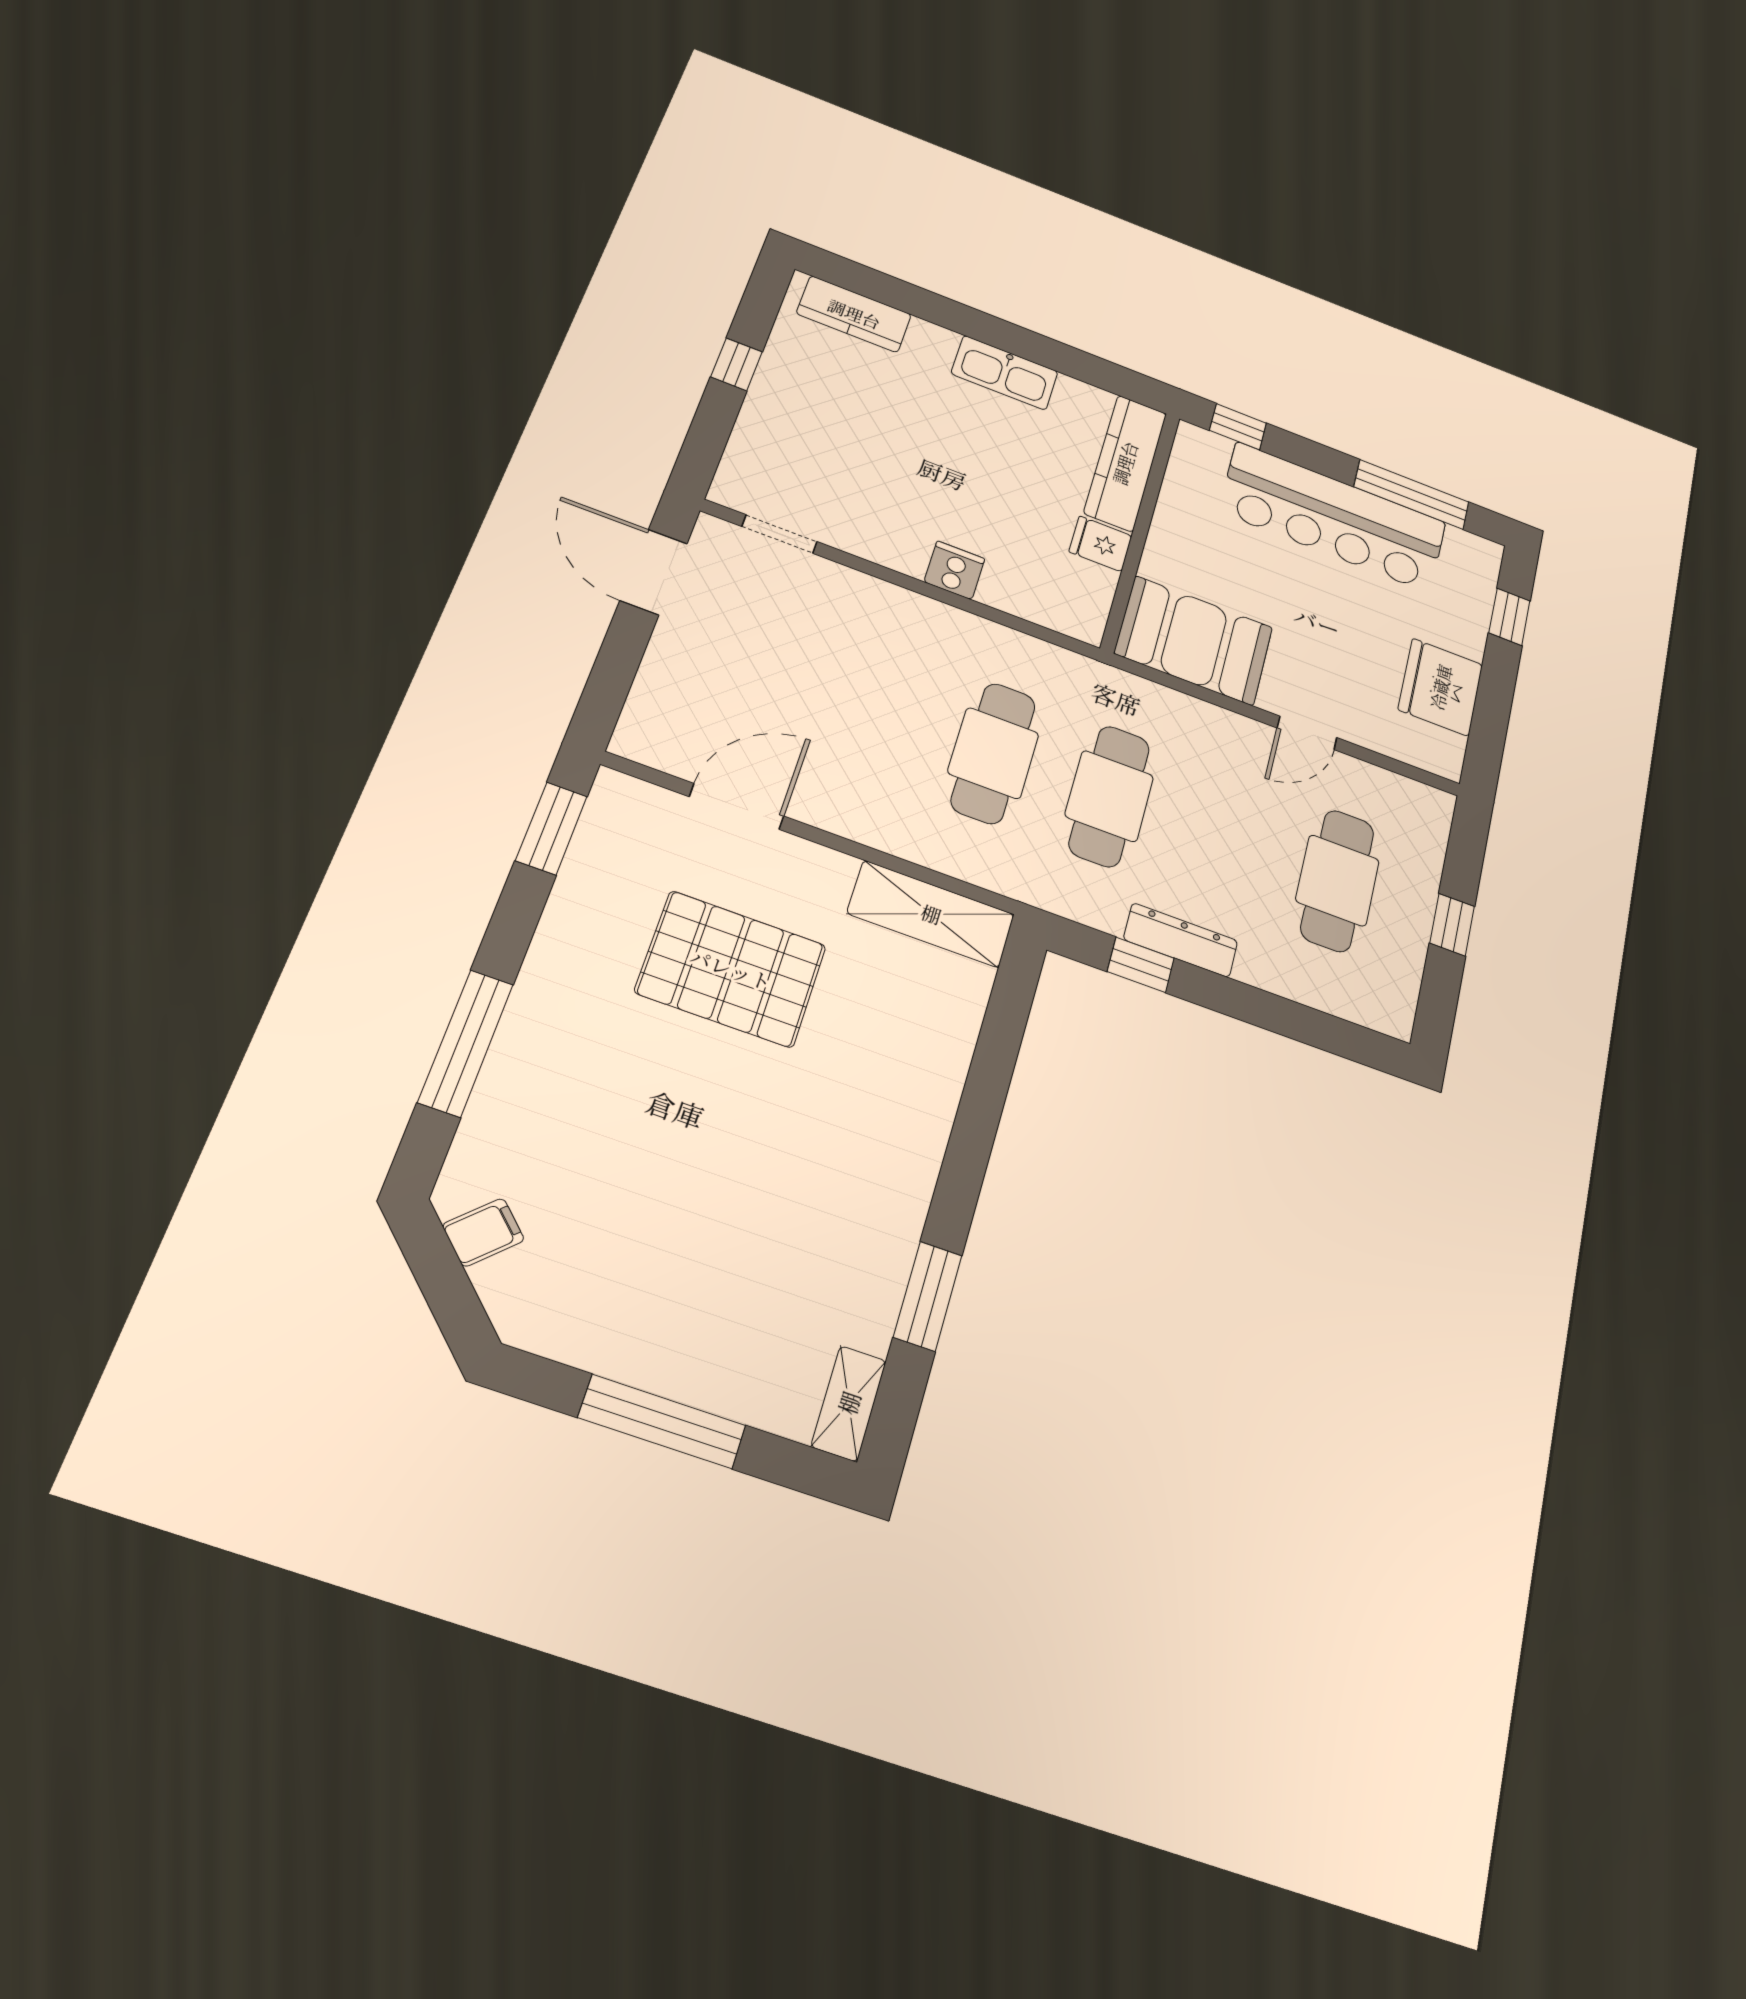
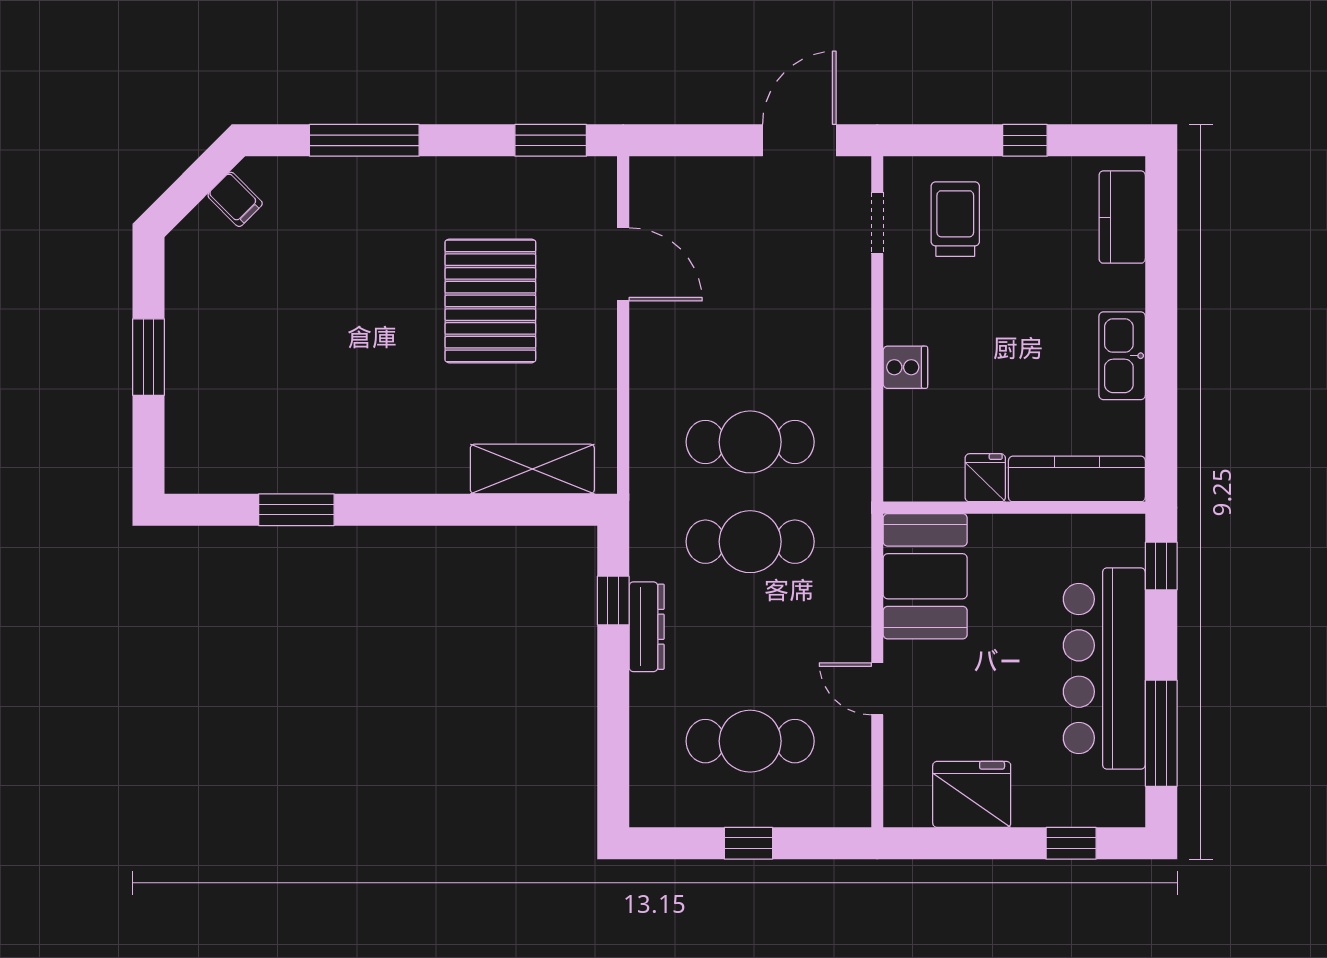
trolley: (802, 460) -> (955, 219), added
shelving: (931, 914) -> (532, 469), moved, turned 90
shelving: (849, 1403) -> (203, 477), removed
window: (662, 1421) -> (149, 357), width x0.69

